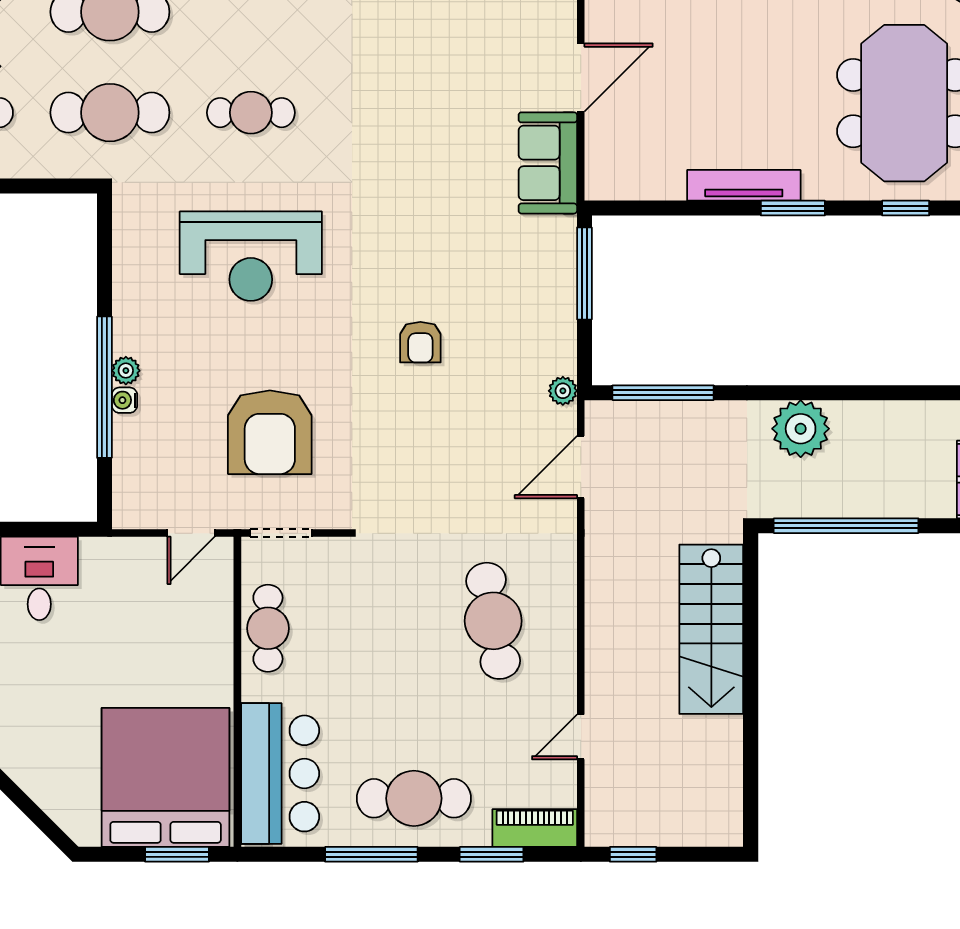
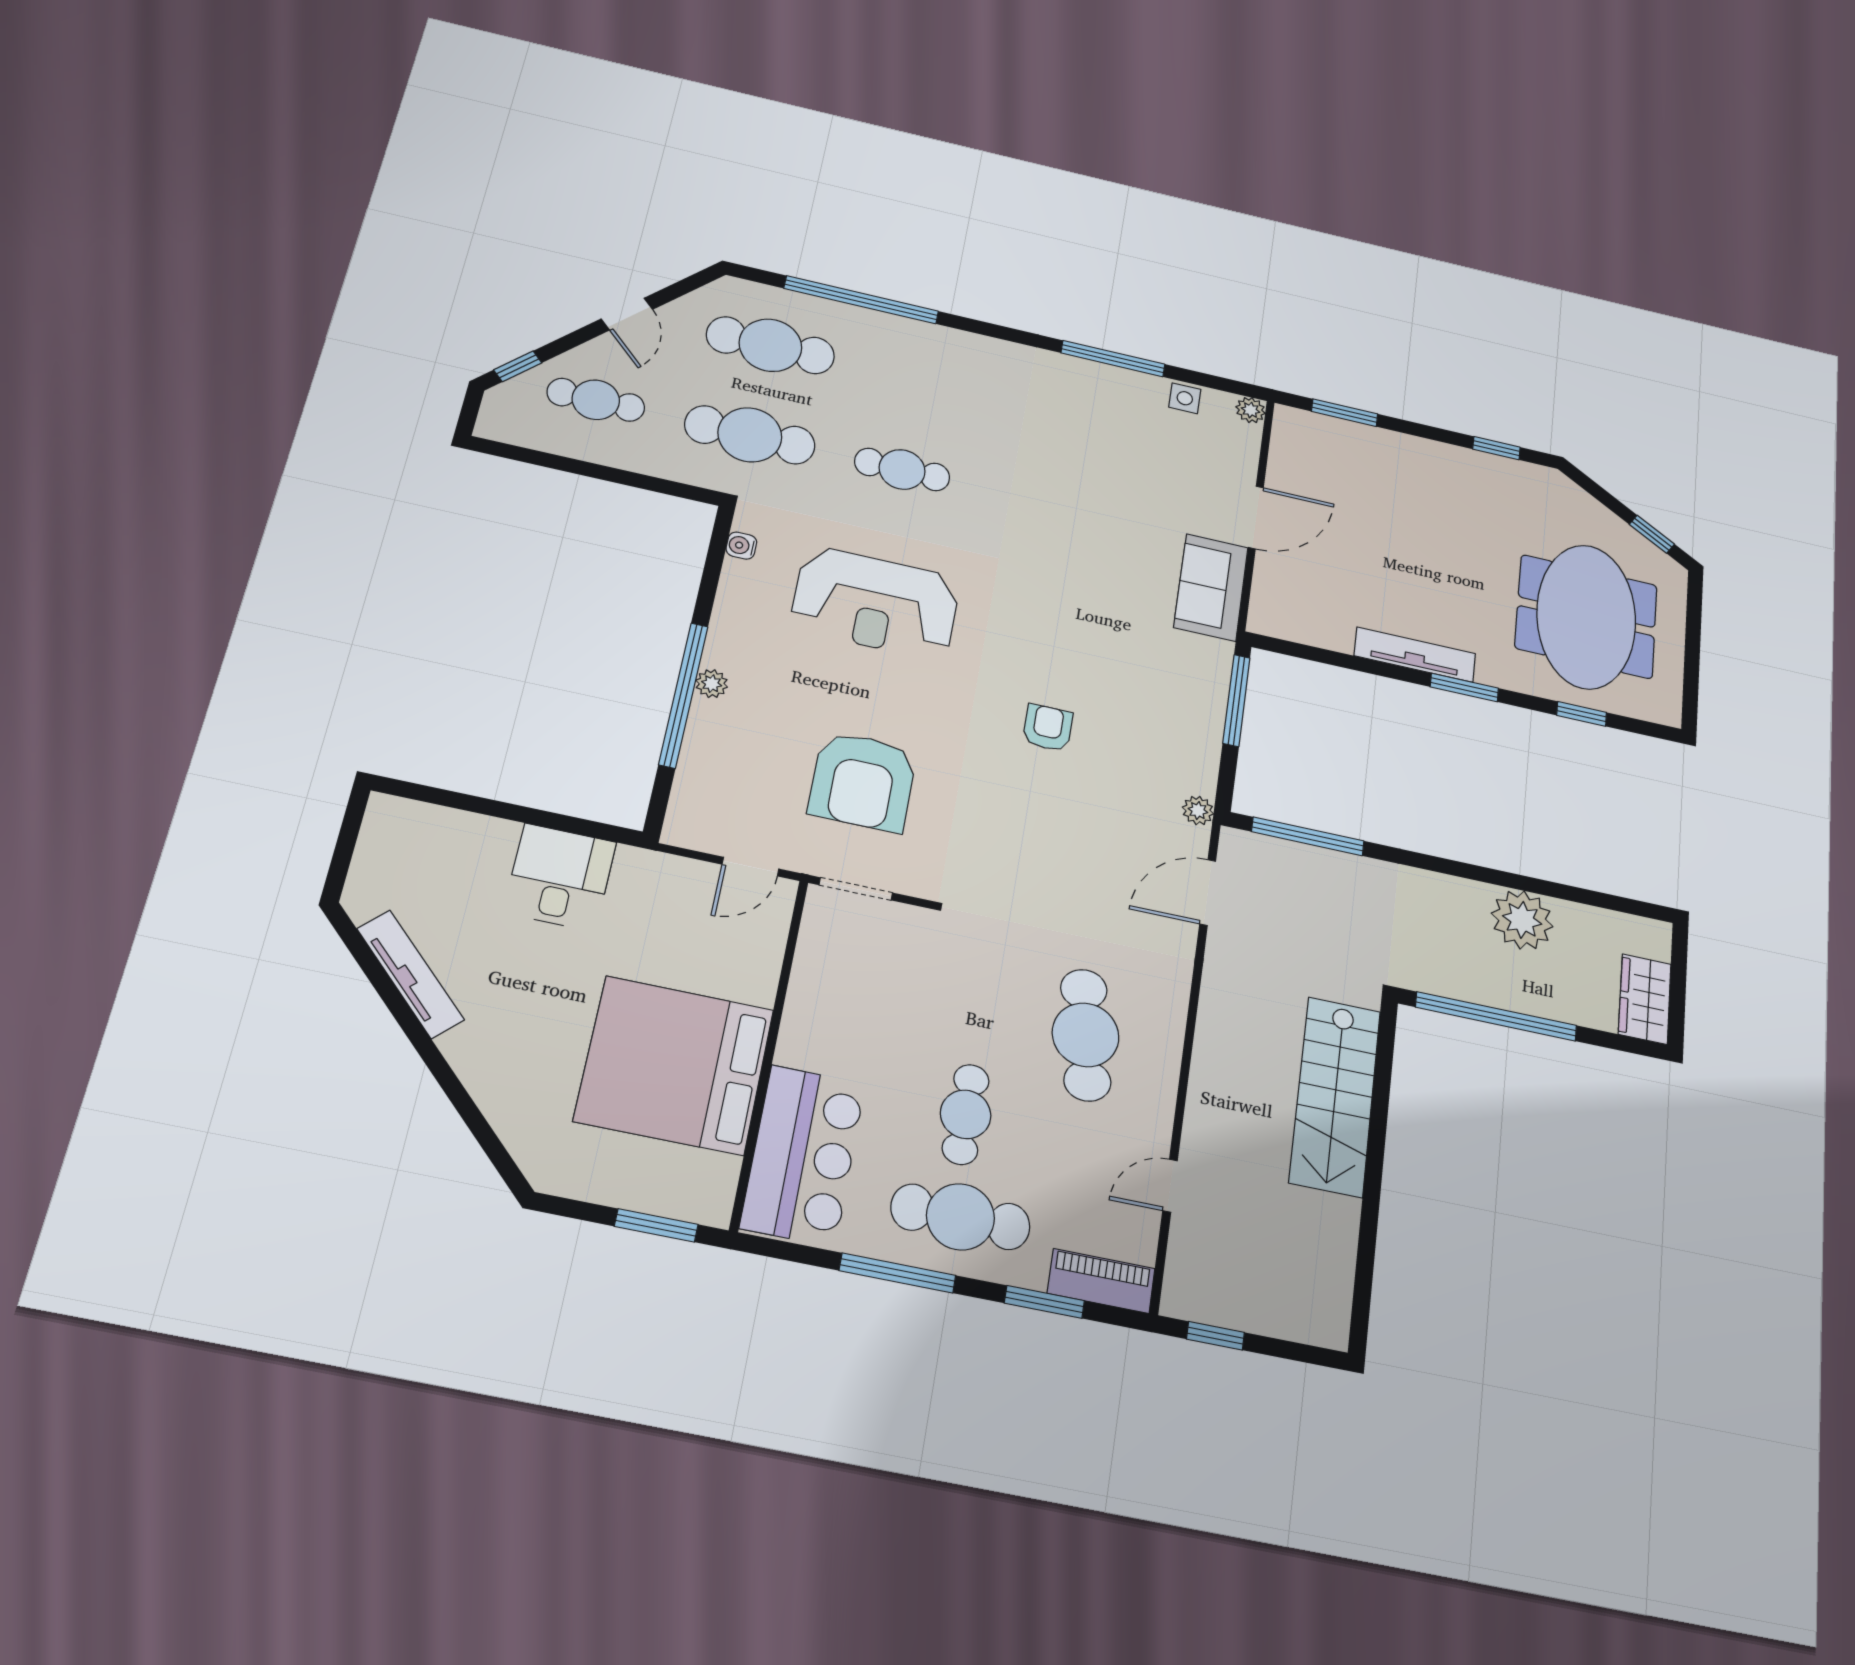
armchair: (420, 342) -> (1048, 728), turned 180
water cooler: (124, 400) -> (741, 546), moved
plant: (801, 429) -> (1522, 920), moved
cafe table: (268, 628) -> (966, 1114), moved
bed: (166, 777) -> (674, 1065), moved, turned -90

